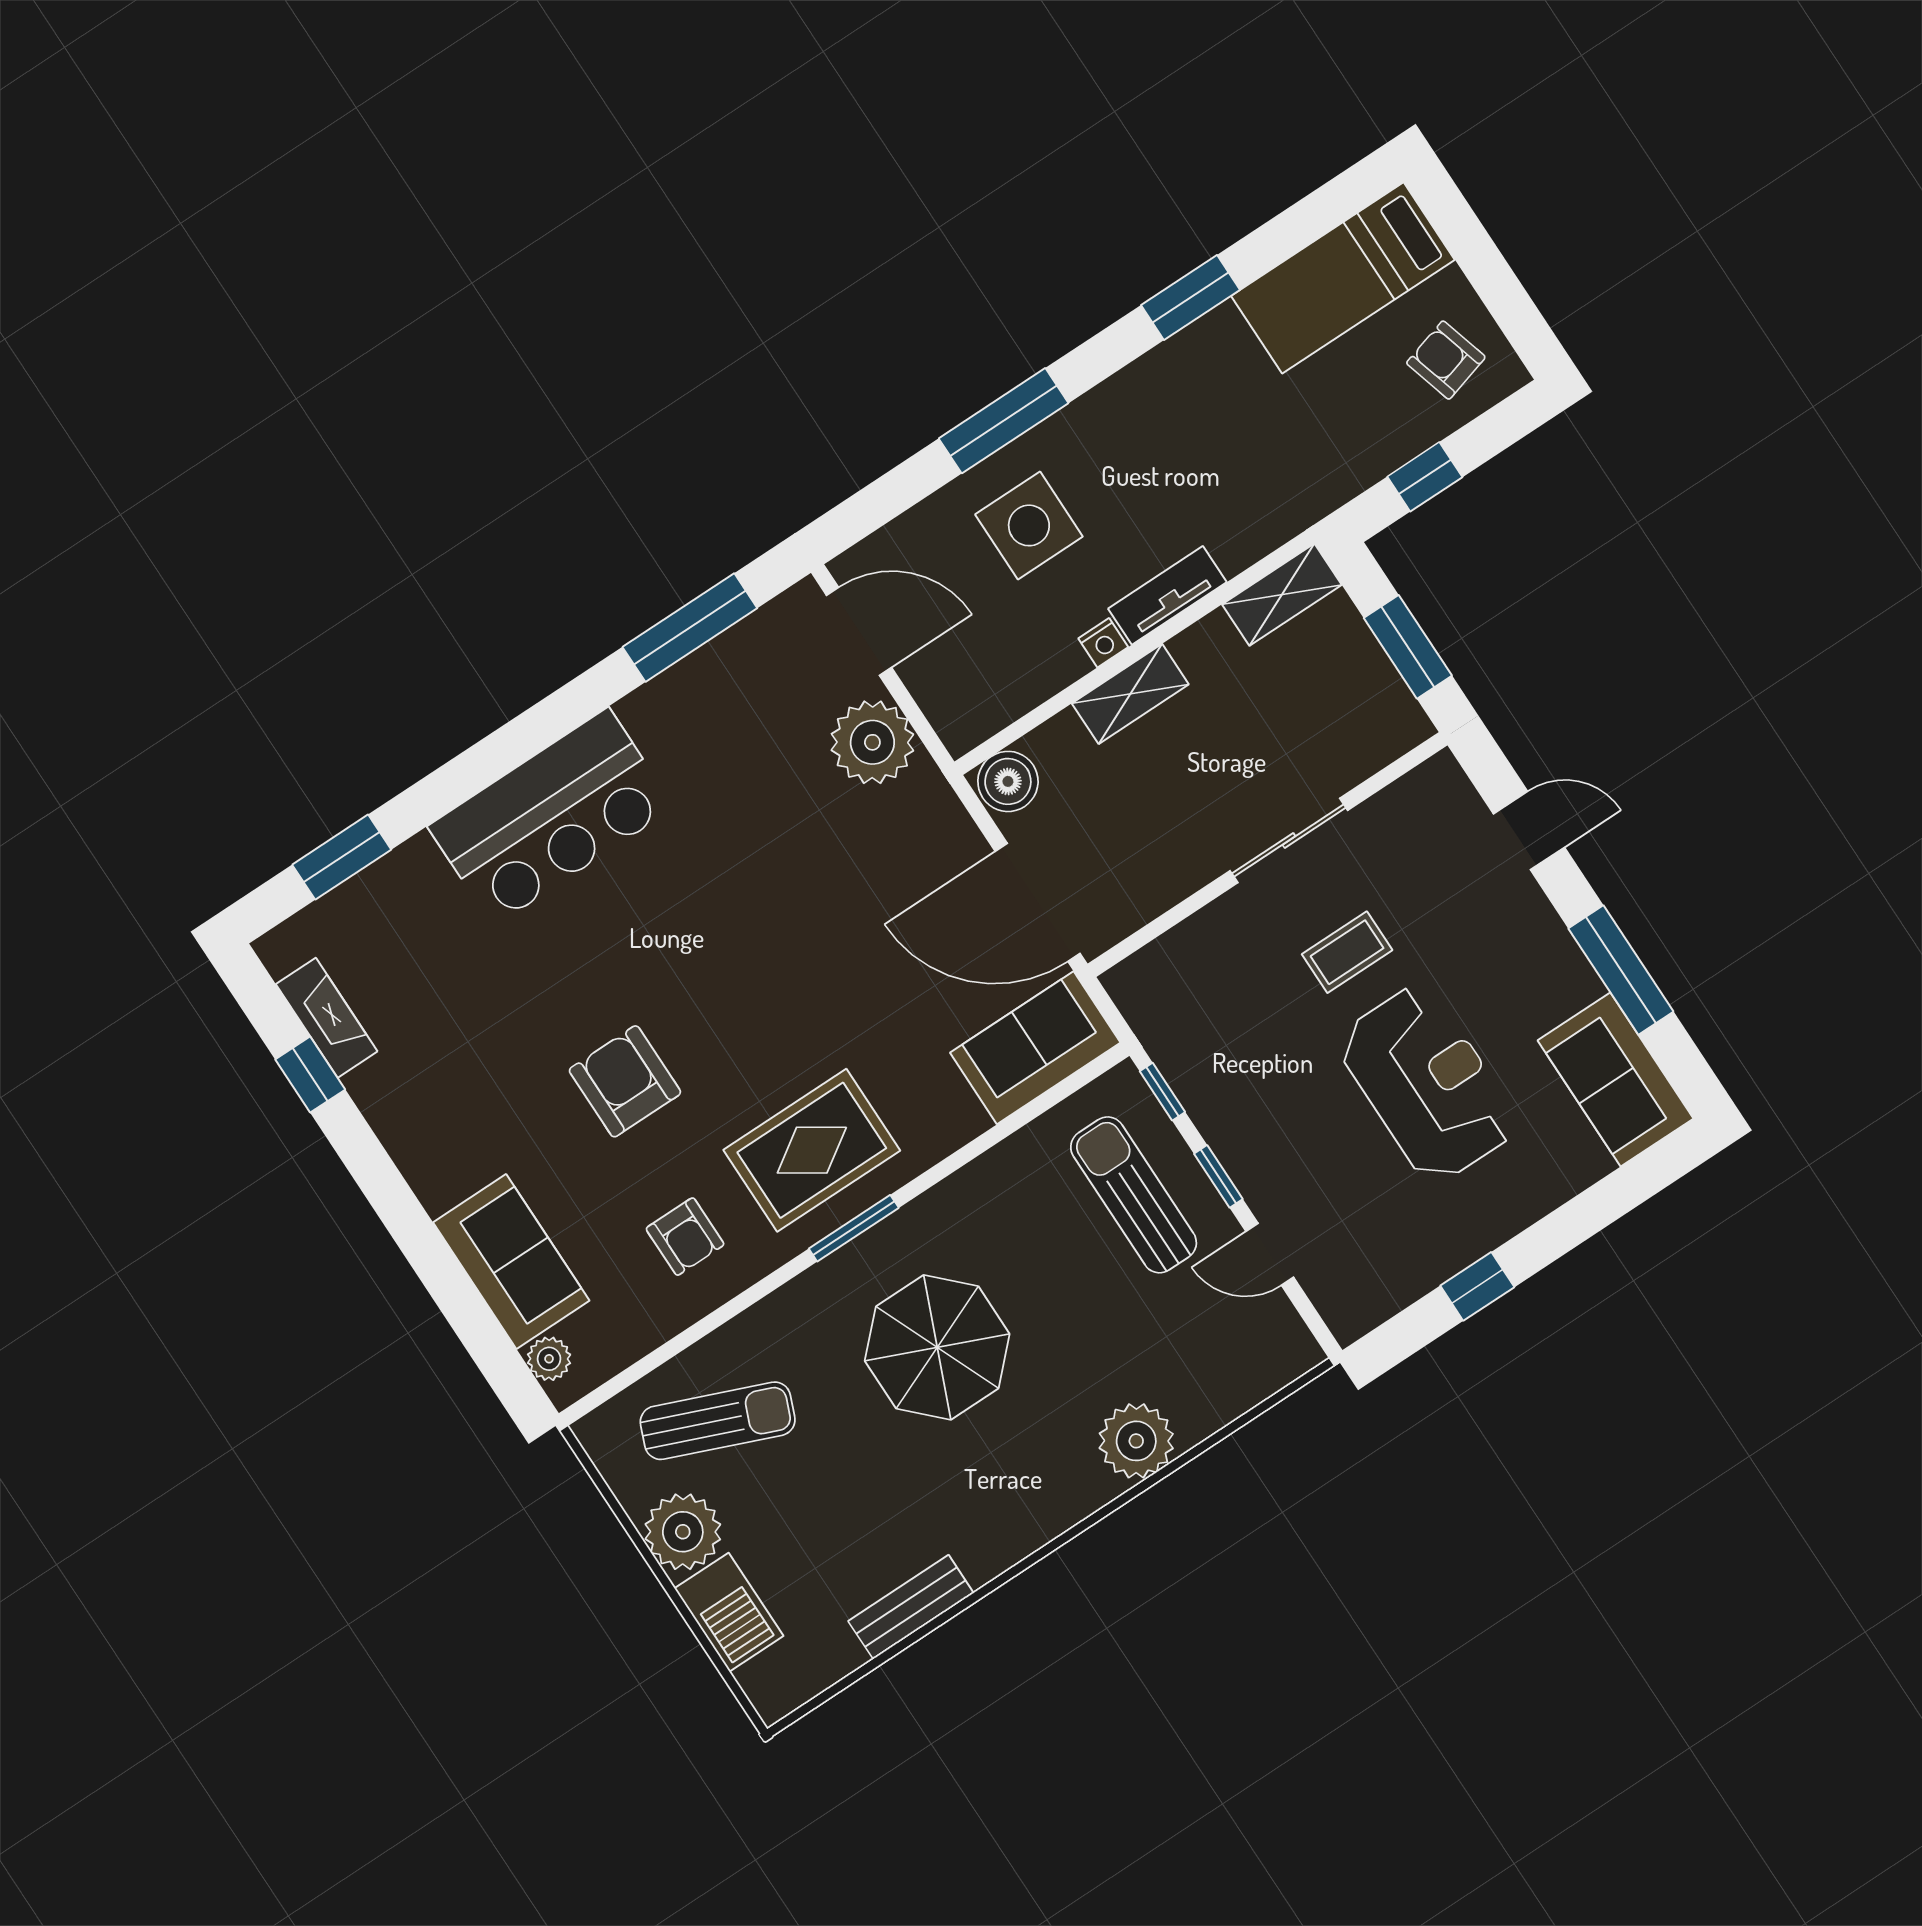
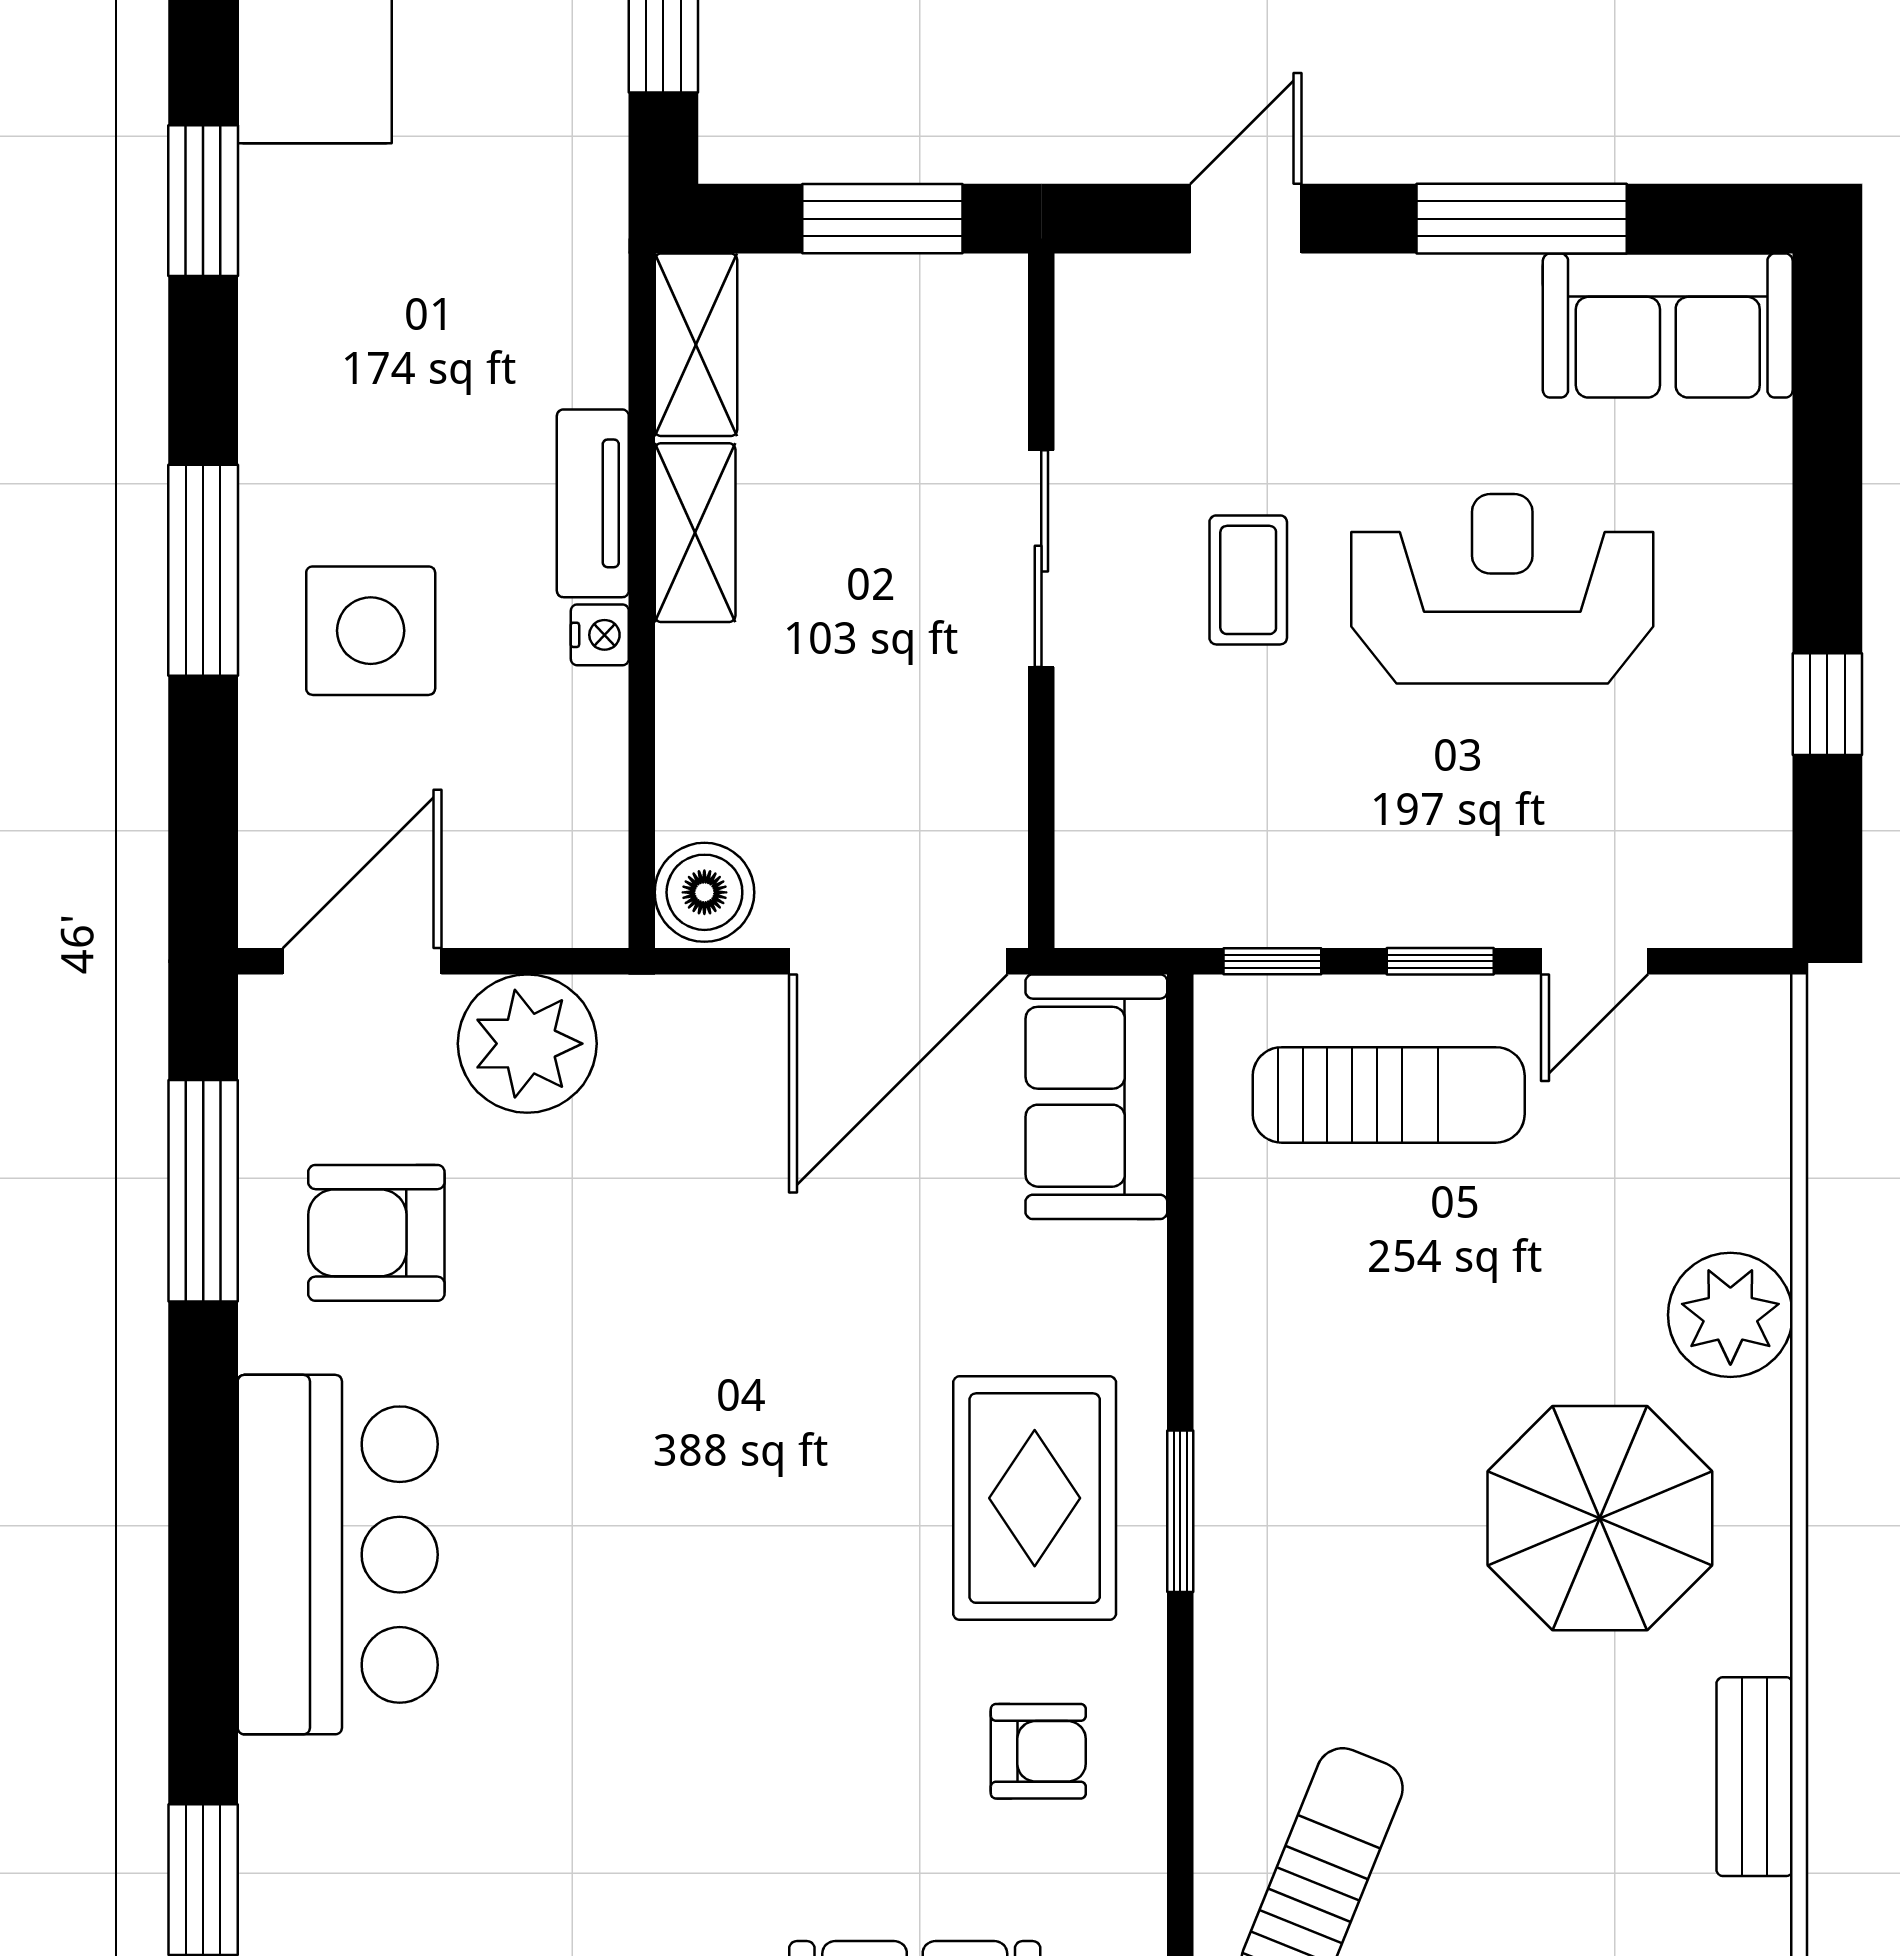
shelving: (1130, 694) -> (695, 533), moved
armchair: (625, 1081) -> (376, 1233), moved
sun lounger: (1134, 1195) -> (1389, 1095), turned 180
parasol: (937, 1347) -> (1600, 1518), moved

